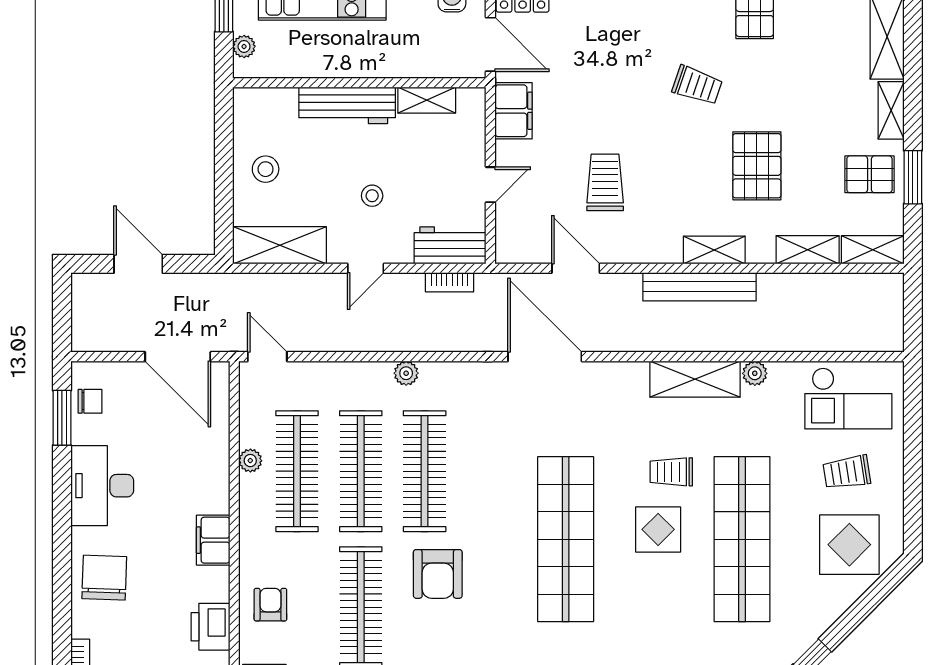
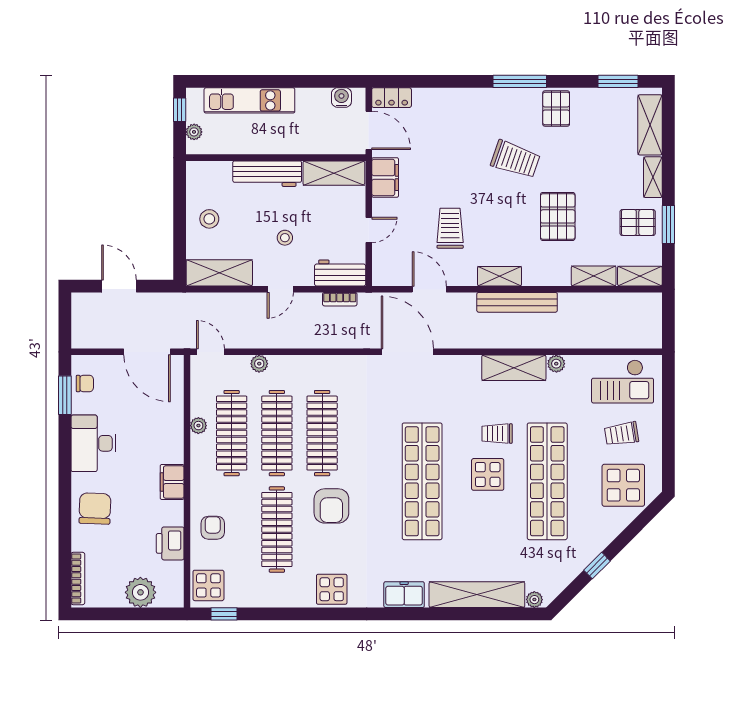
trolley: (697, 85) -> (515, 159), width x1.36, depth x1.39
shelving: (427, 100) -> (334, 173), width x1.50, depth x1.33
shelving: (714, 250) -> (500, 276), moved
plant: (406, 373) -> (259, 364), moved

